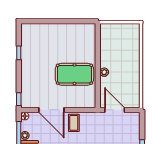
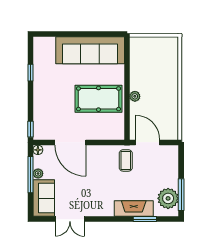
sofa: (68, 34) -> (90, 50), added
coffee table: (74, 123) -> (126, 160), moved

